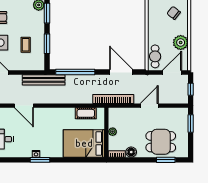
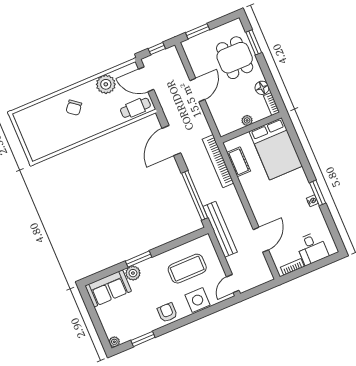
window: (47, 44) -> (175, 244), removed
coffee table: (26, 45) -> (187, 269), width x1.86, depth x1.72
bookcase: (113, 99) -> (218, 161), moved
door: (149, 106) -> (197, 90), swing flipped

